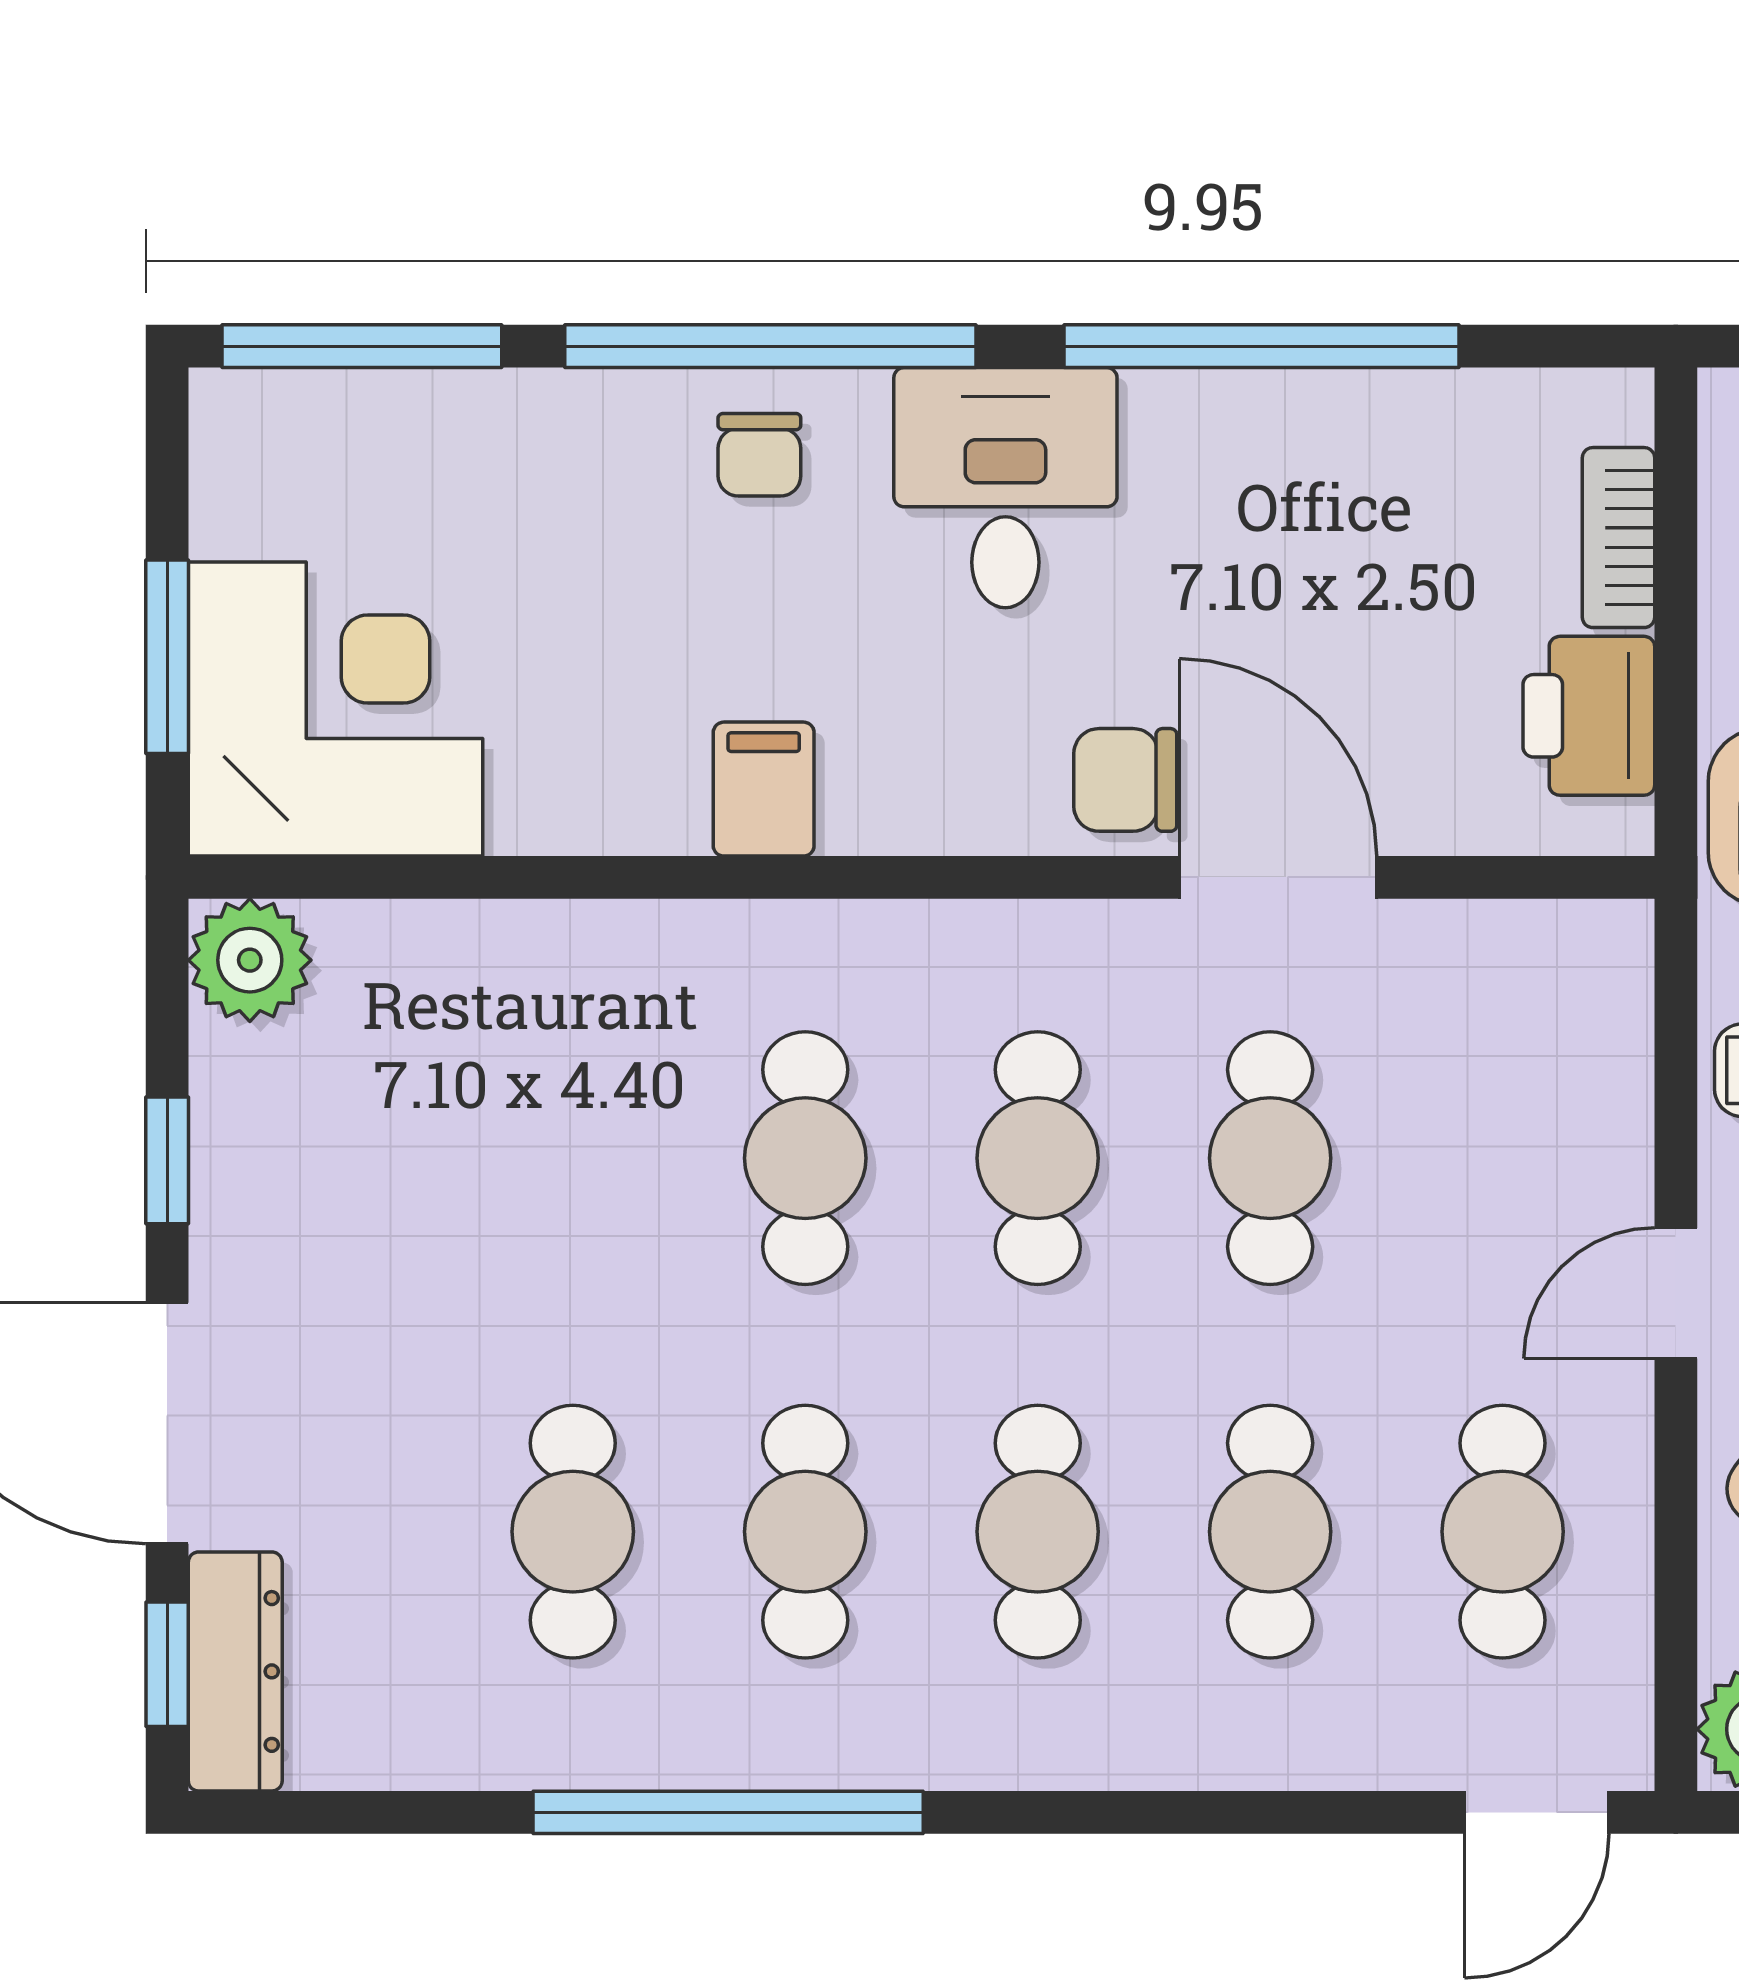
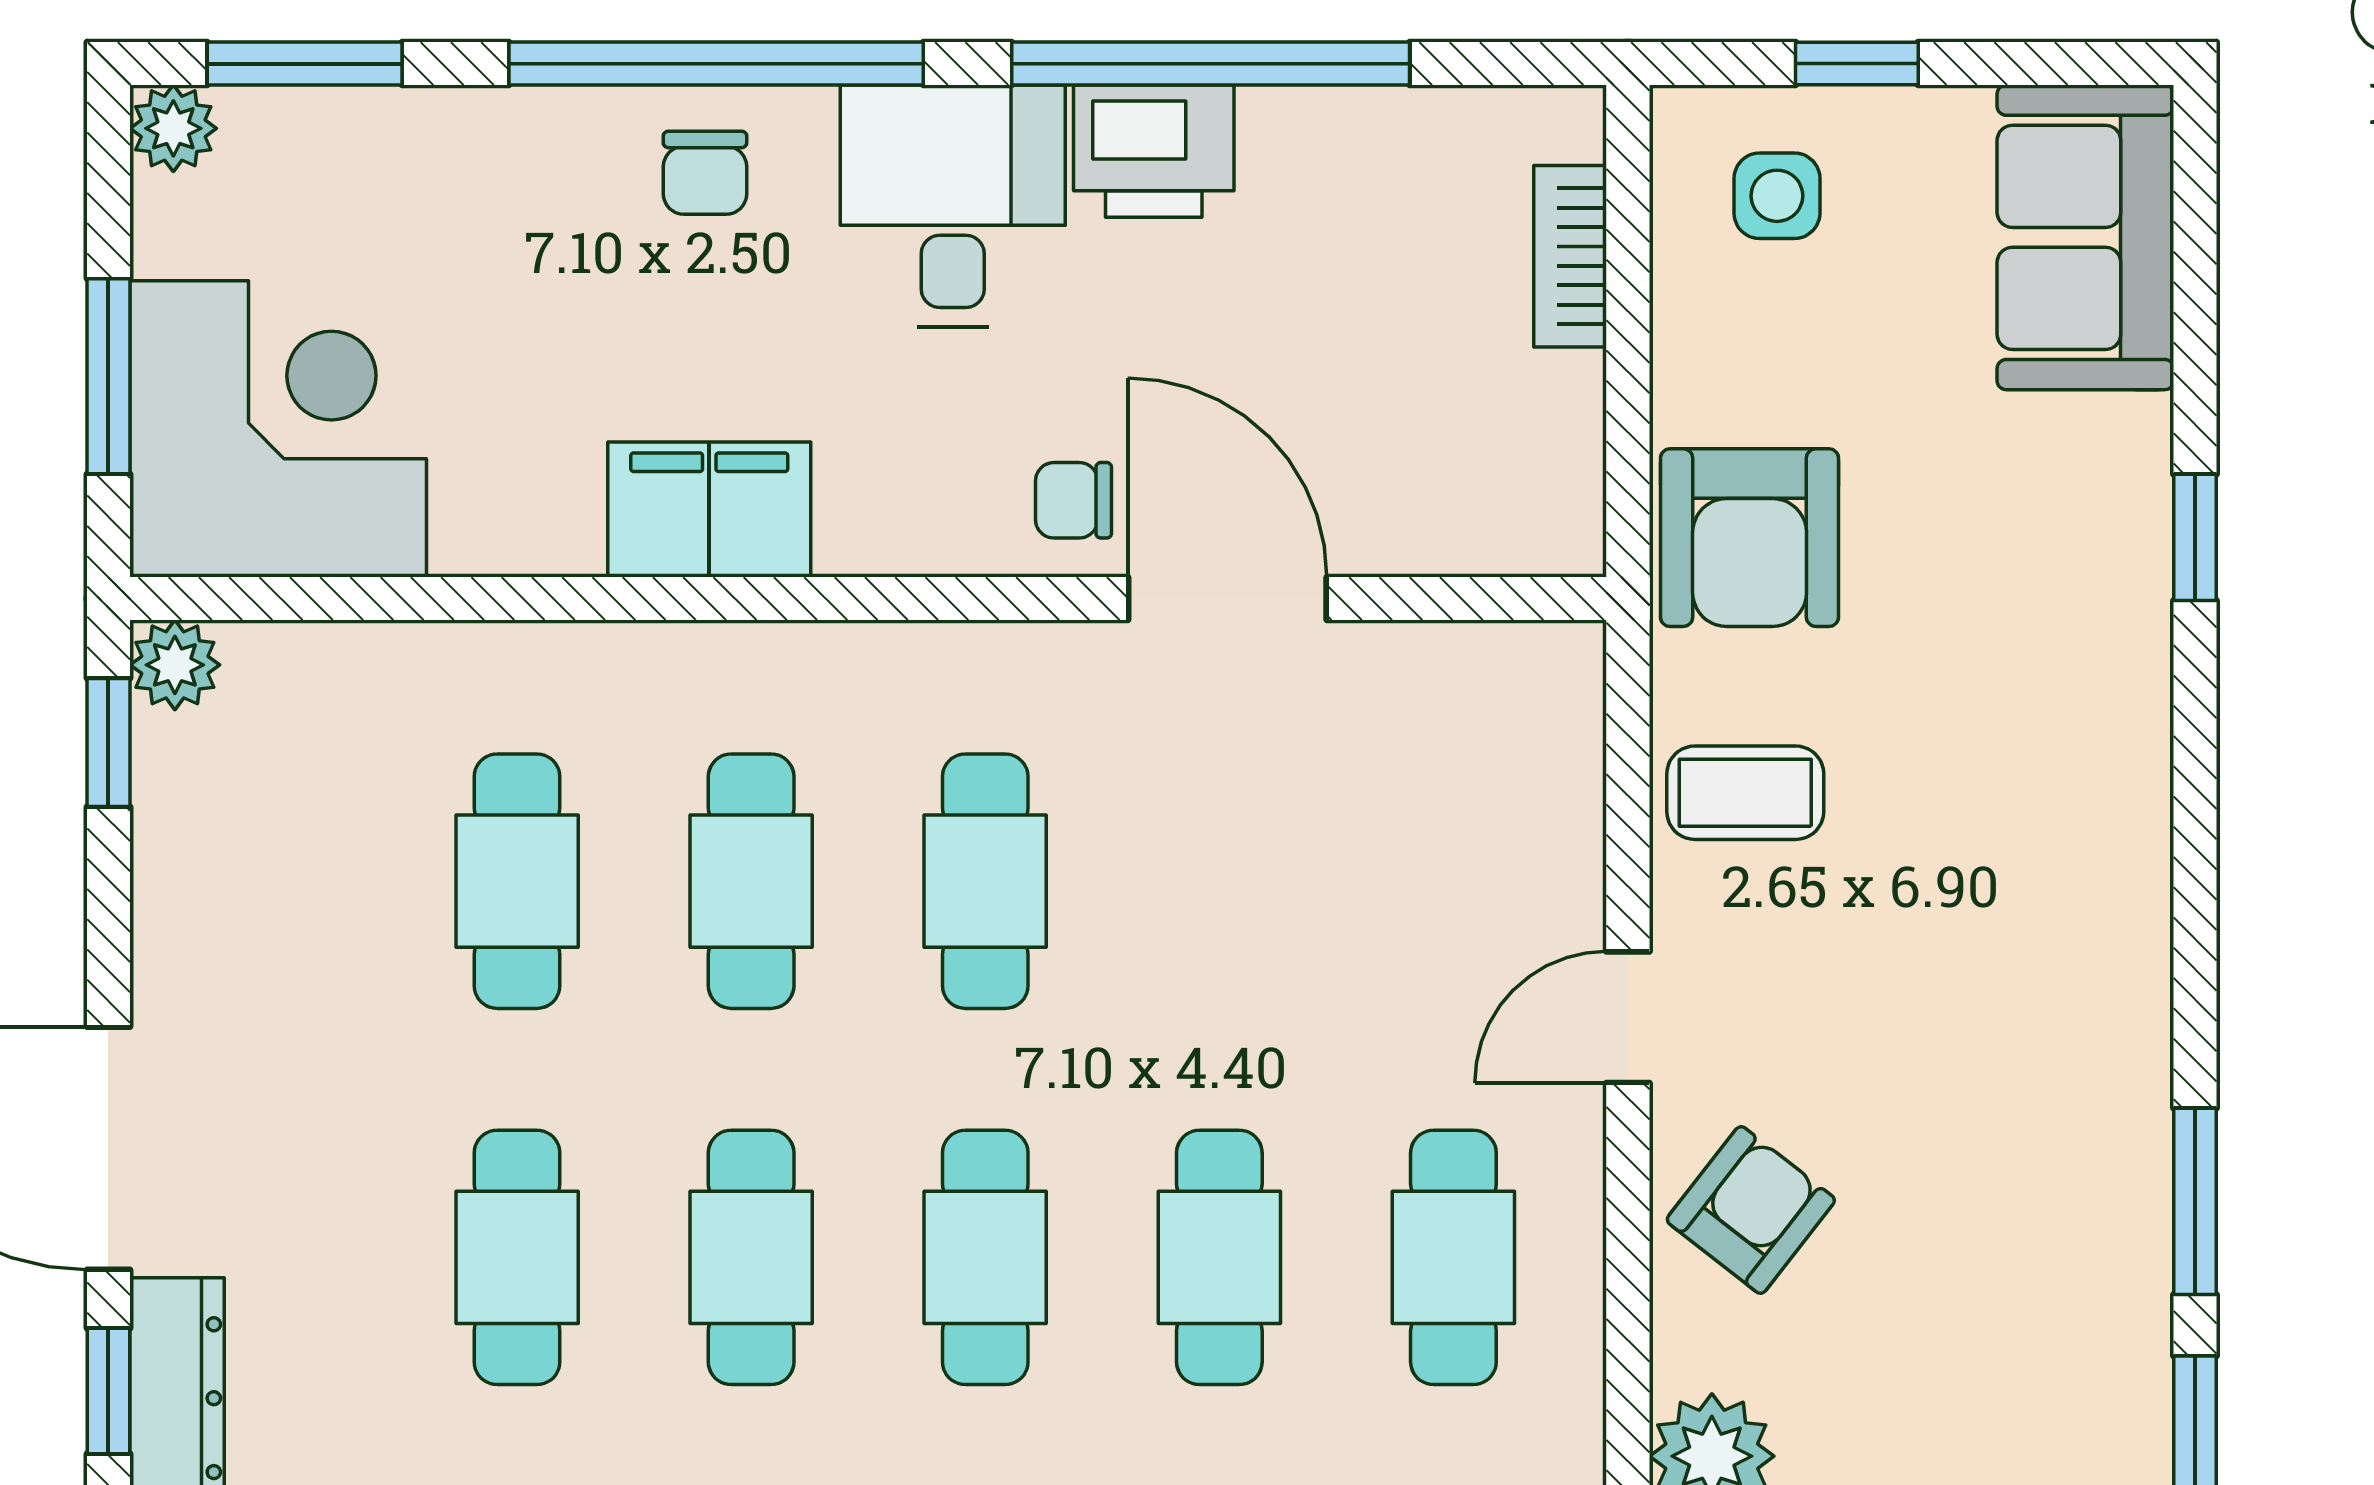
window: (362, 346) -> (305, 64), width x0.69
plant: (231, 411) -> (173, 128), added
printer: (1589, 716) -> (1154, 151), moved, turned -90
chair: (1125, 780) -> (1073, 500), width x0.73, depth x0.73
filing cabinet: (764, 789) -> (709, 510), width x2.00
plant: (250, 960) -> (175, 665), width x0.73, depth x0.73
cafe table: (1270, 1158) -> (517, 881), moved
window: (167, 1160) -> (108, 742), moved

